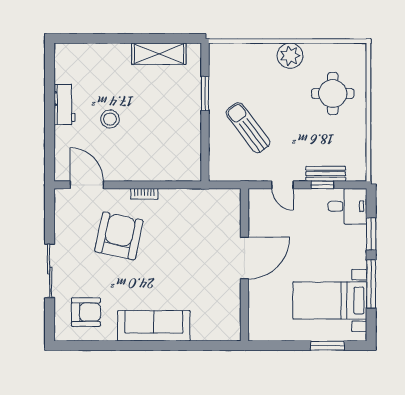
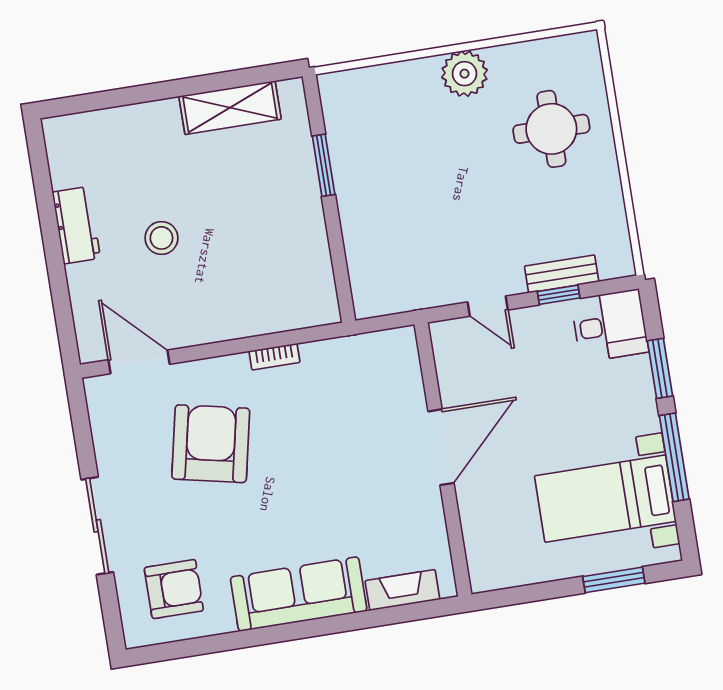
sun lounger: (248, 128) -> (410, 214), removed
bookcase: (144, 194) -> (274, 357), moved
fireplace: (211, 333) -> (402, 590), added

